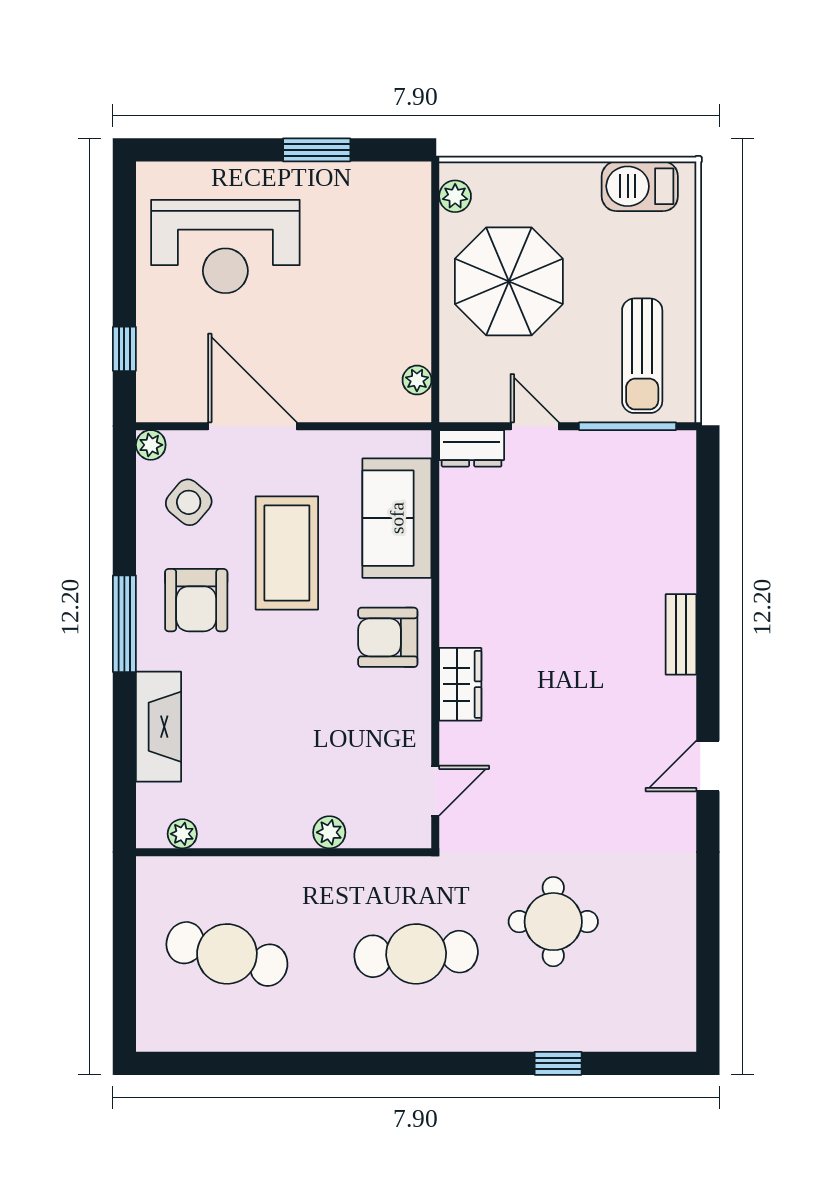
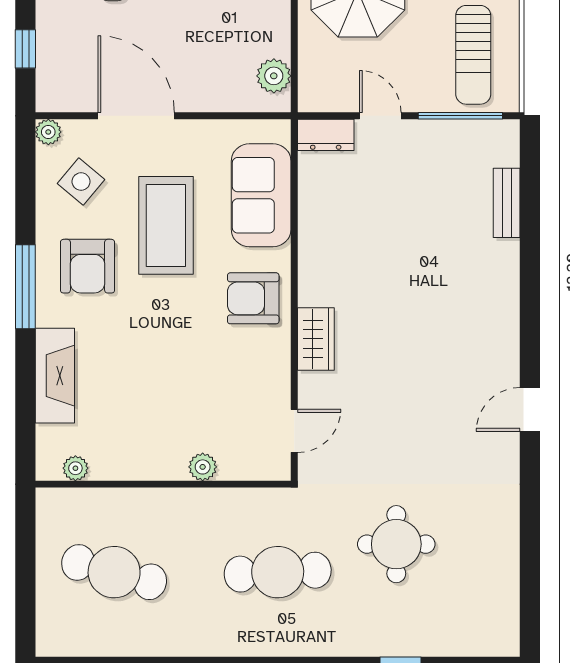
plant: (417, 380) -> (274, 76), width x1.38, depth x1.38
bench: (681, 634) -> (507, 203), moved

